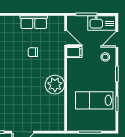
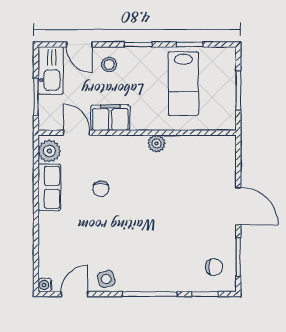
plant: (55, 22) -> (49, 151), added
door: (66, 38) -> (77, 133), hinge flipped
filing cabinet: (74, 52) -> (110, 118), width x2.00
plant: (55, 85) -> (156, 143), width x0.53, depth x0.53

